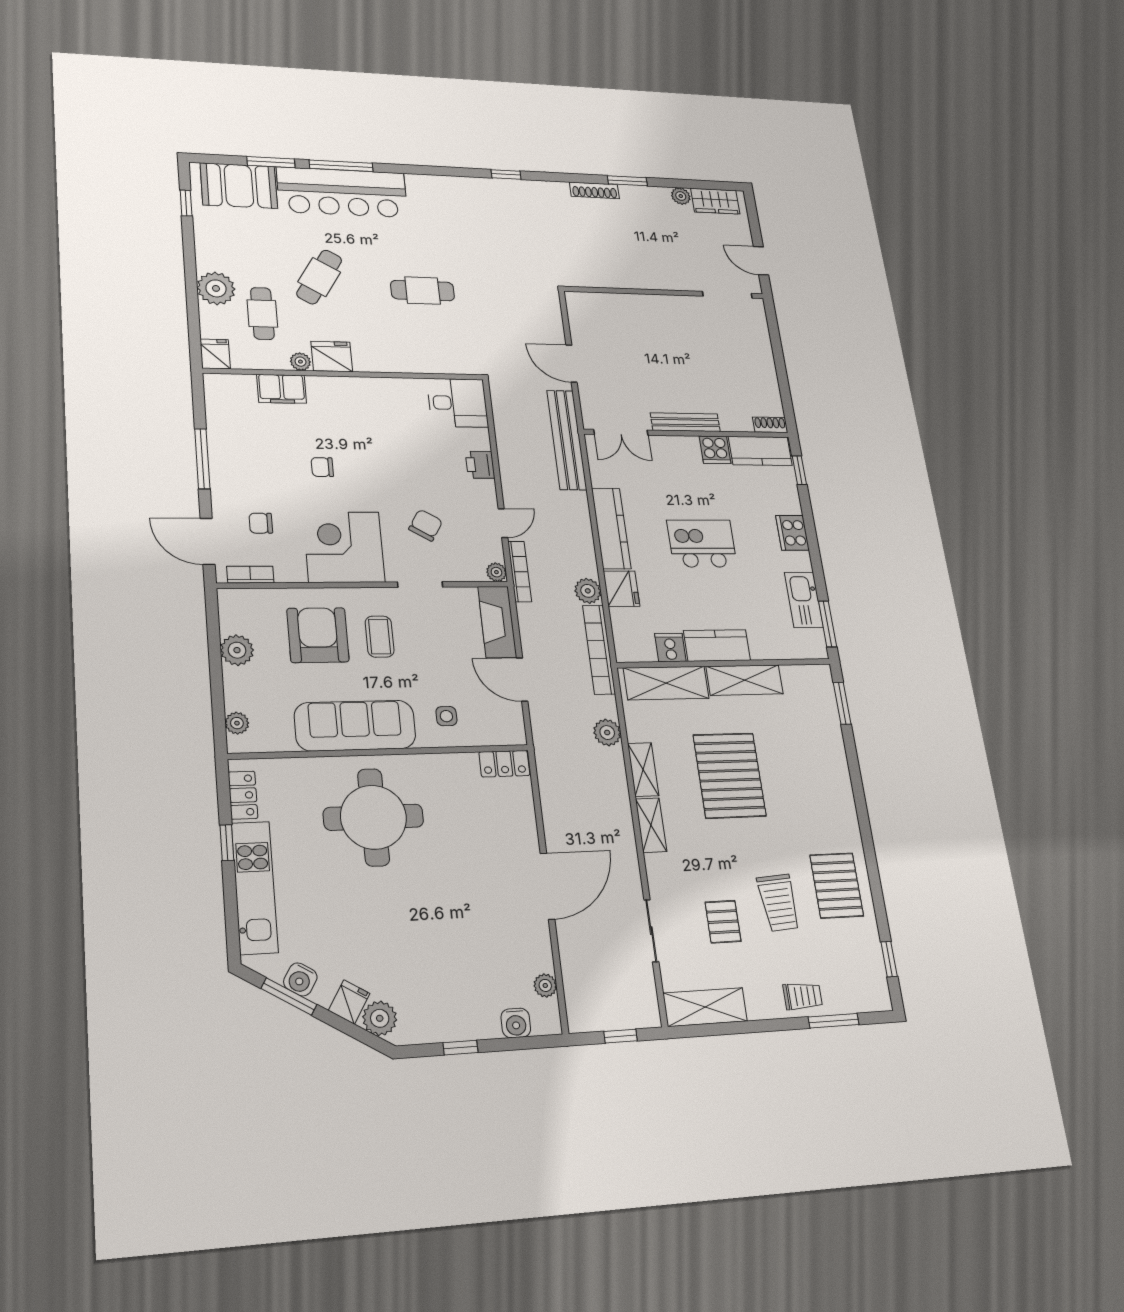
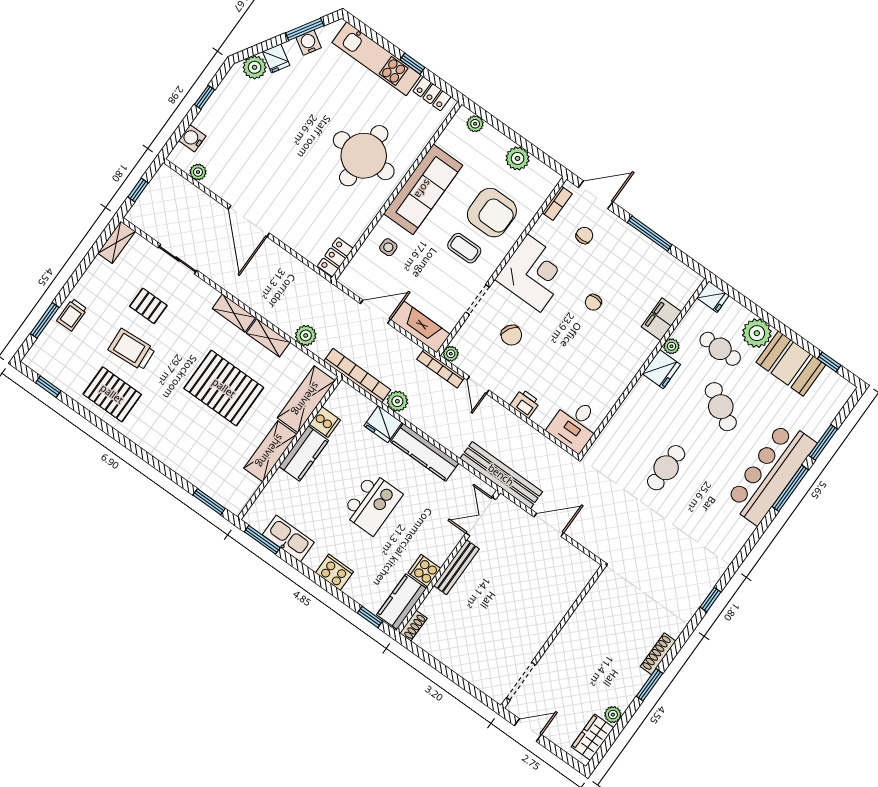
booth: (239, 186) -> (791, 364), moved, turned 90
chair: (322, 467) -> (593, 302), turned 180
shelving: (705, 1007) -> (116, 242), width x0.67, depth x0.75

